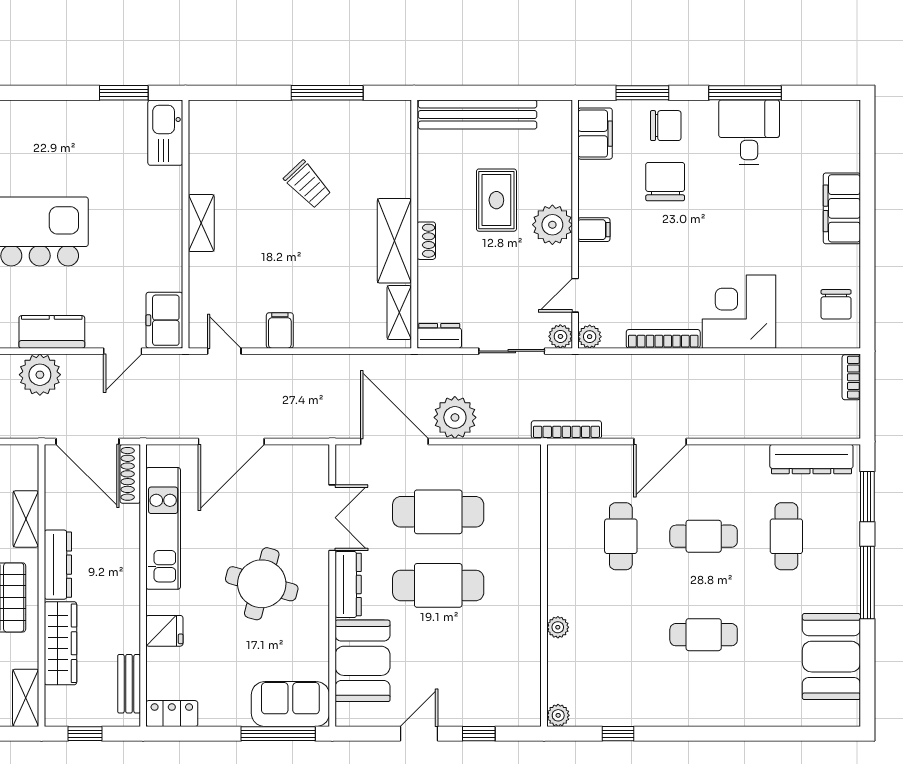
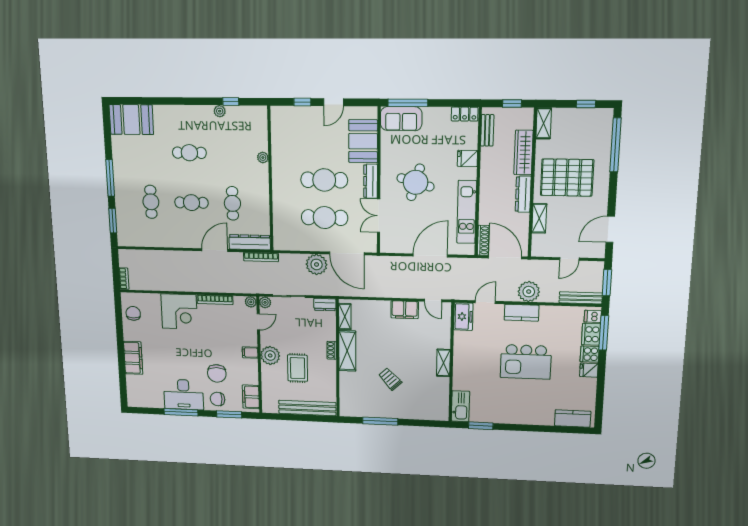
desk: (749, 132) -> (184, 394), width x1.37
filing cabinet: (280, 330) -> (405, 310), width x2.00
dresser: (811, 459) -> (250, 242), moved
booth: (831, 657) -> (131, 120), moved, turned 90
plant: (558, 715) -> (220, 111), moved

